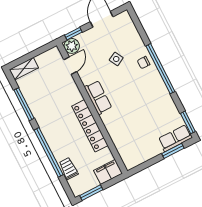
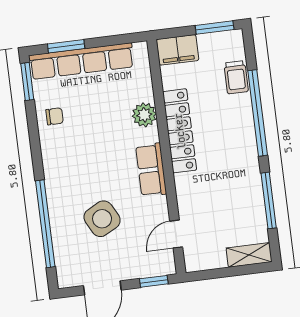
plant: (72, 46) -> (144, 115), moved
side table: (116, 59) -> (102, 219), width x1.87, depth x1.87
chair: (144, 63) -> (55, 116), moved
window: (160, 69) -> (45, 224), moved
row of seats: (175, 138) -> (81, 61), width x2.02

